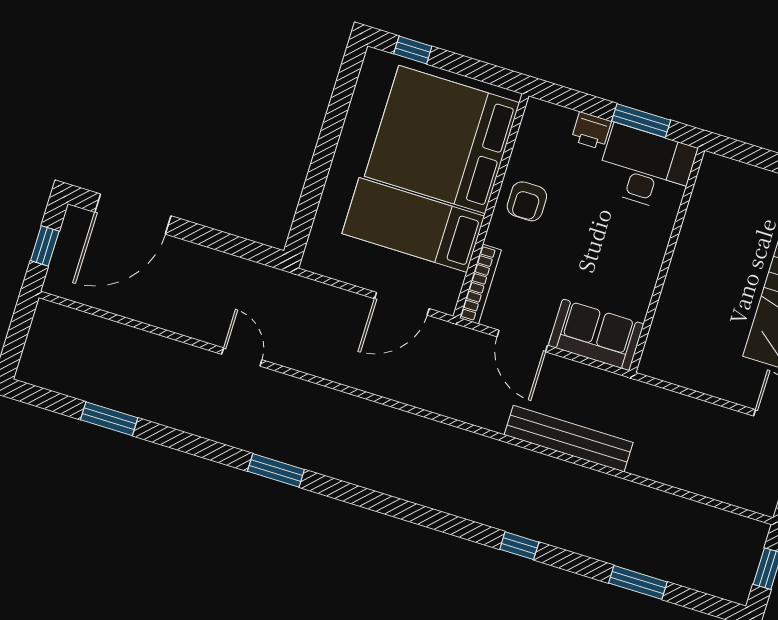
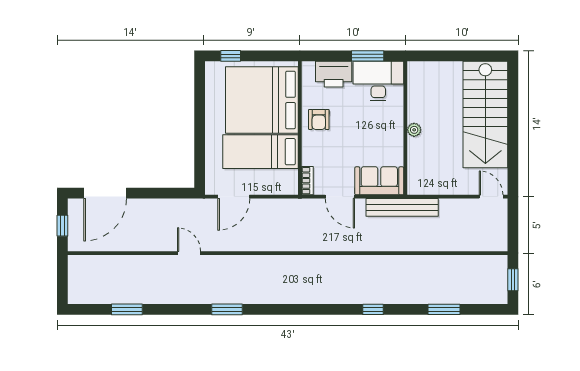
printer: (591, 131) -> (334, 74), width x1.87, depth x1.48
plant: (681, 268) -> (414, 130), added
bookcase: (480, 284) -> (307, 181), width x0.64
door: (402, 304) -> (234, 197), moved
bench: (569, 439) -> (402, 207), moved

